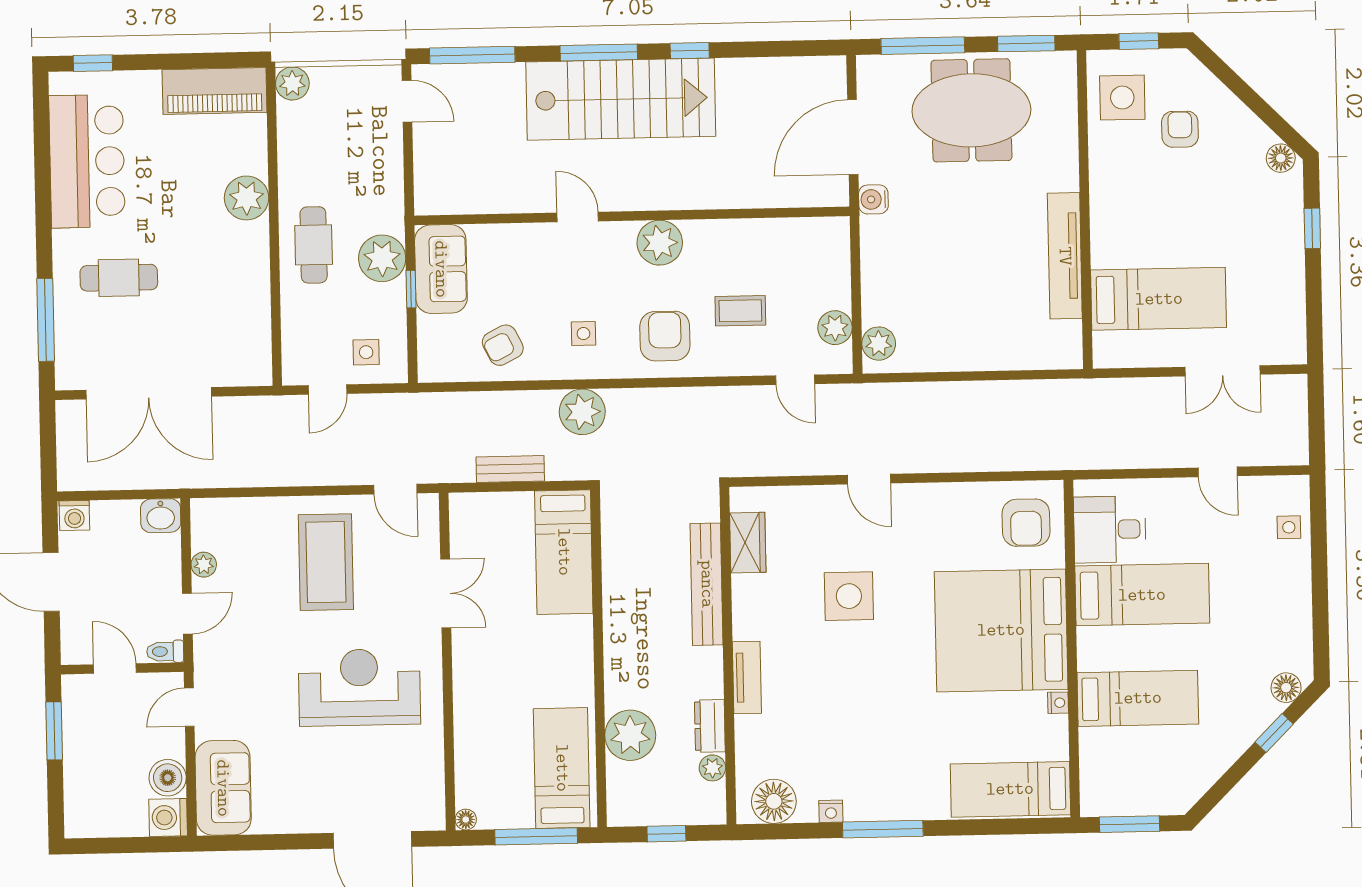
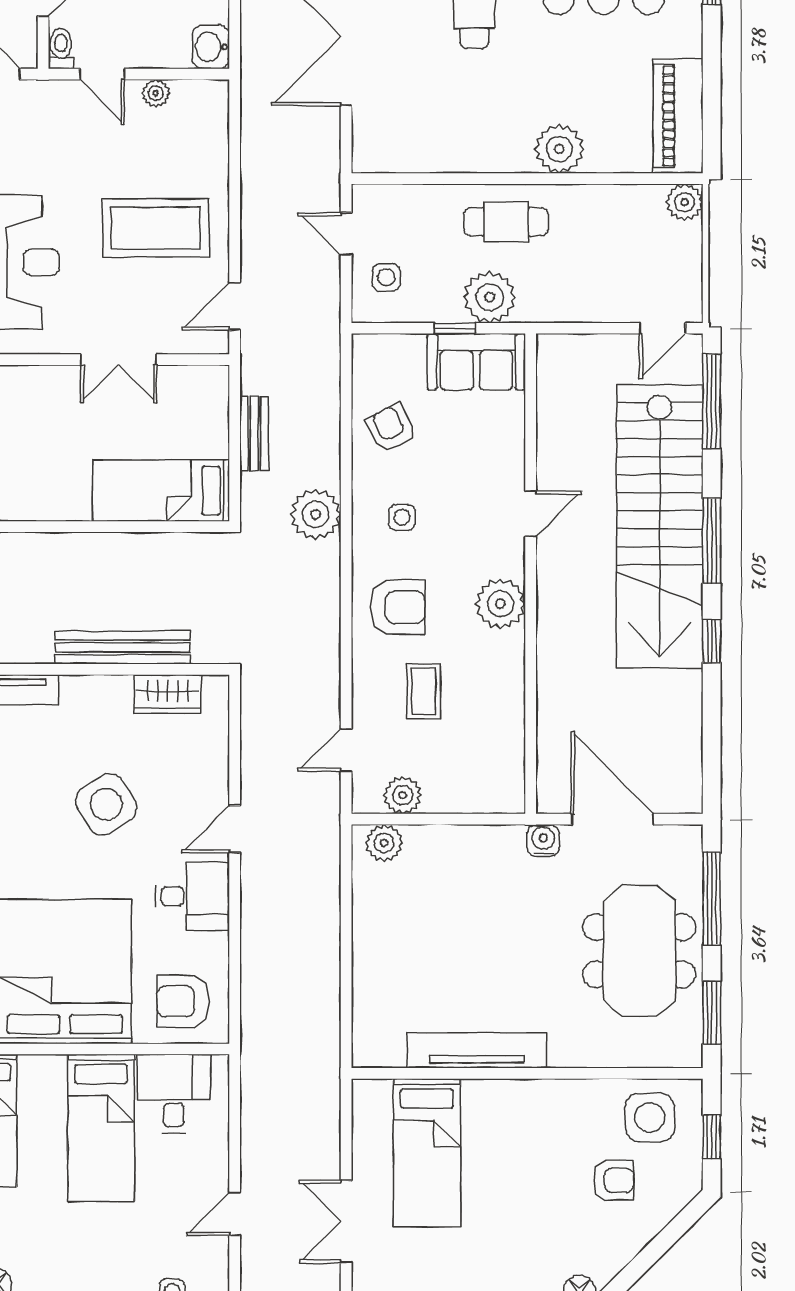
stairs: (621, 99) -> (660, 526), width x1.36
desk: (931, 516) -> (192, 896), added
side table: (849, 596) -> (106, 804), turned -32

